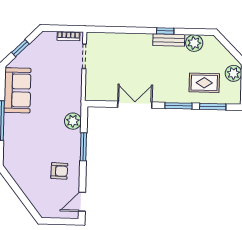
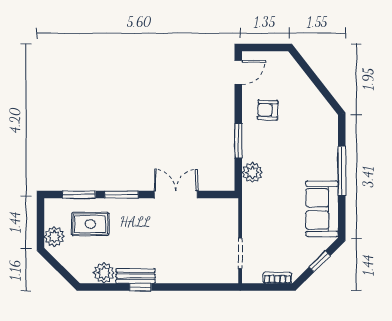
bookcase: (69, 36) -> (277, 278), moved
double door: (135, 105) -> (176, 195), swing flipped

